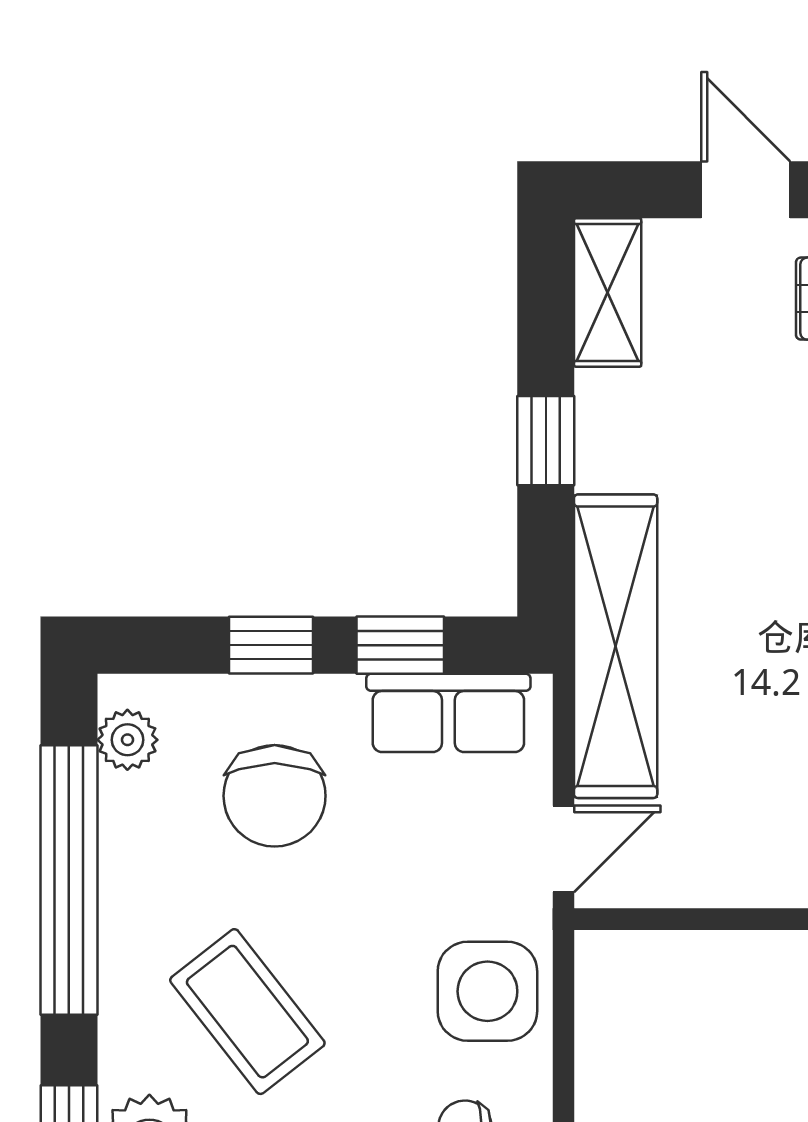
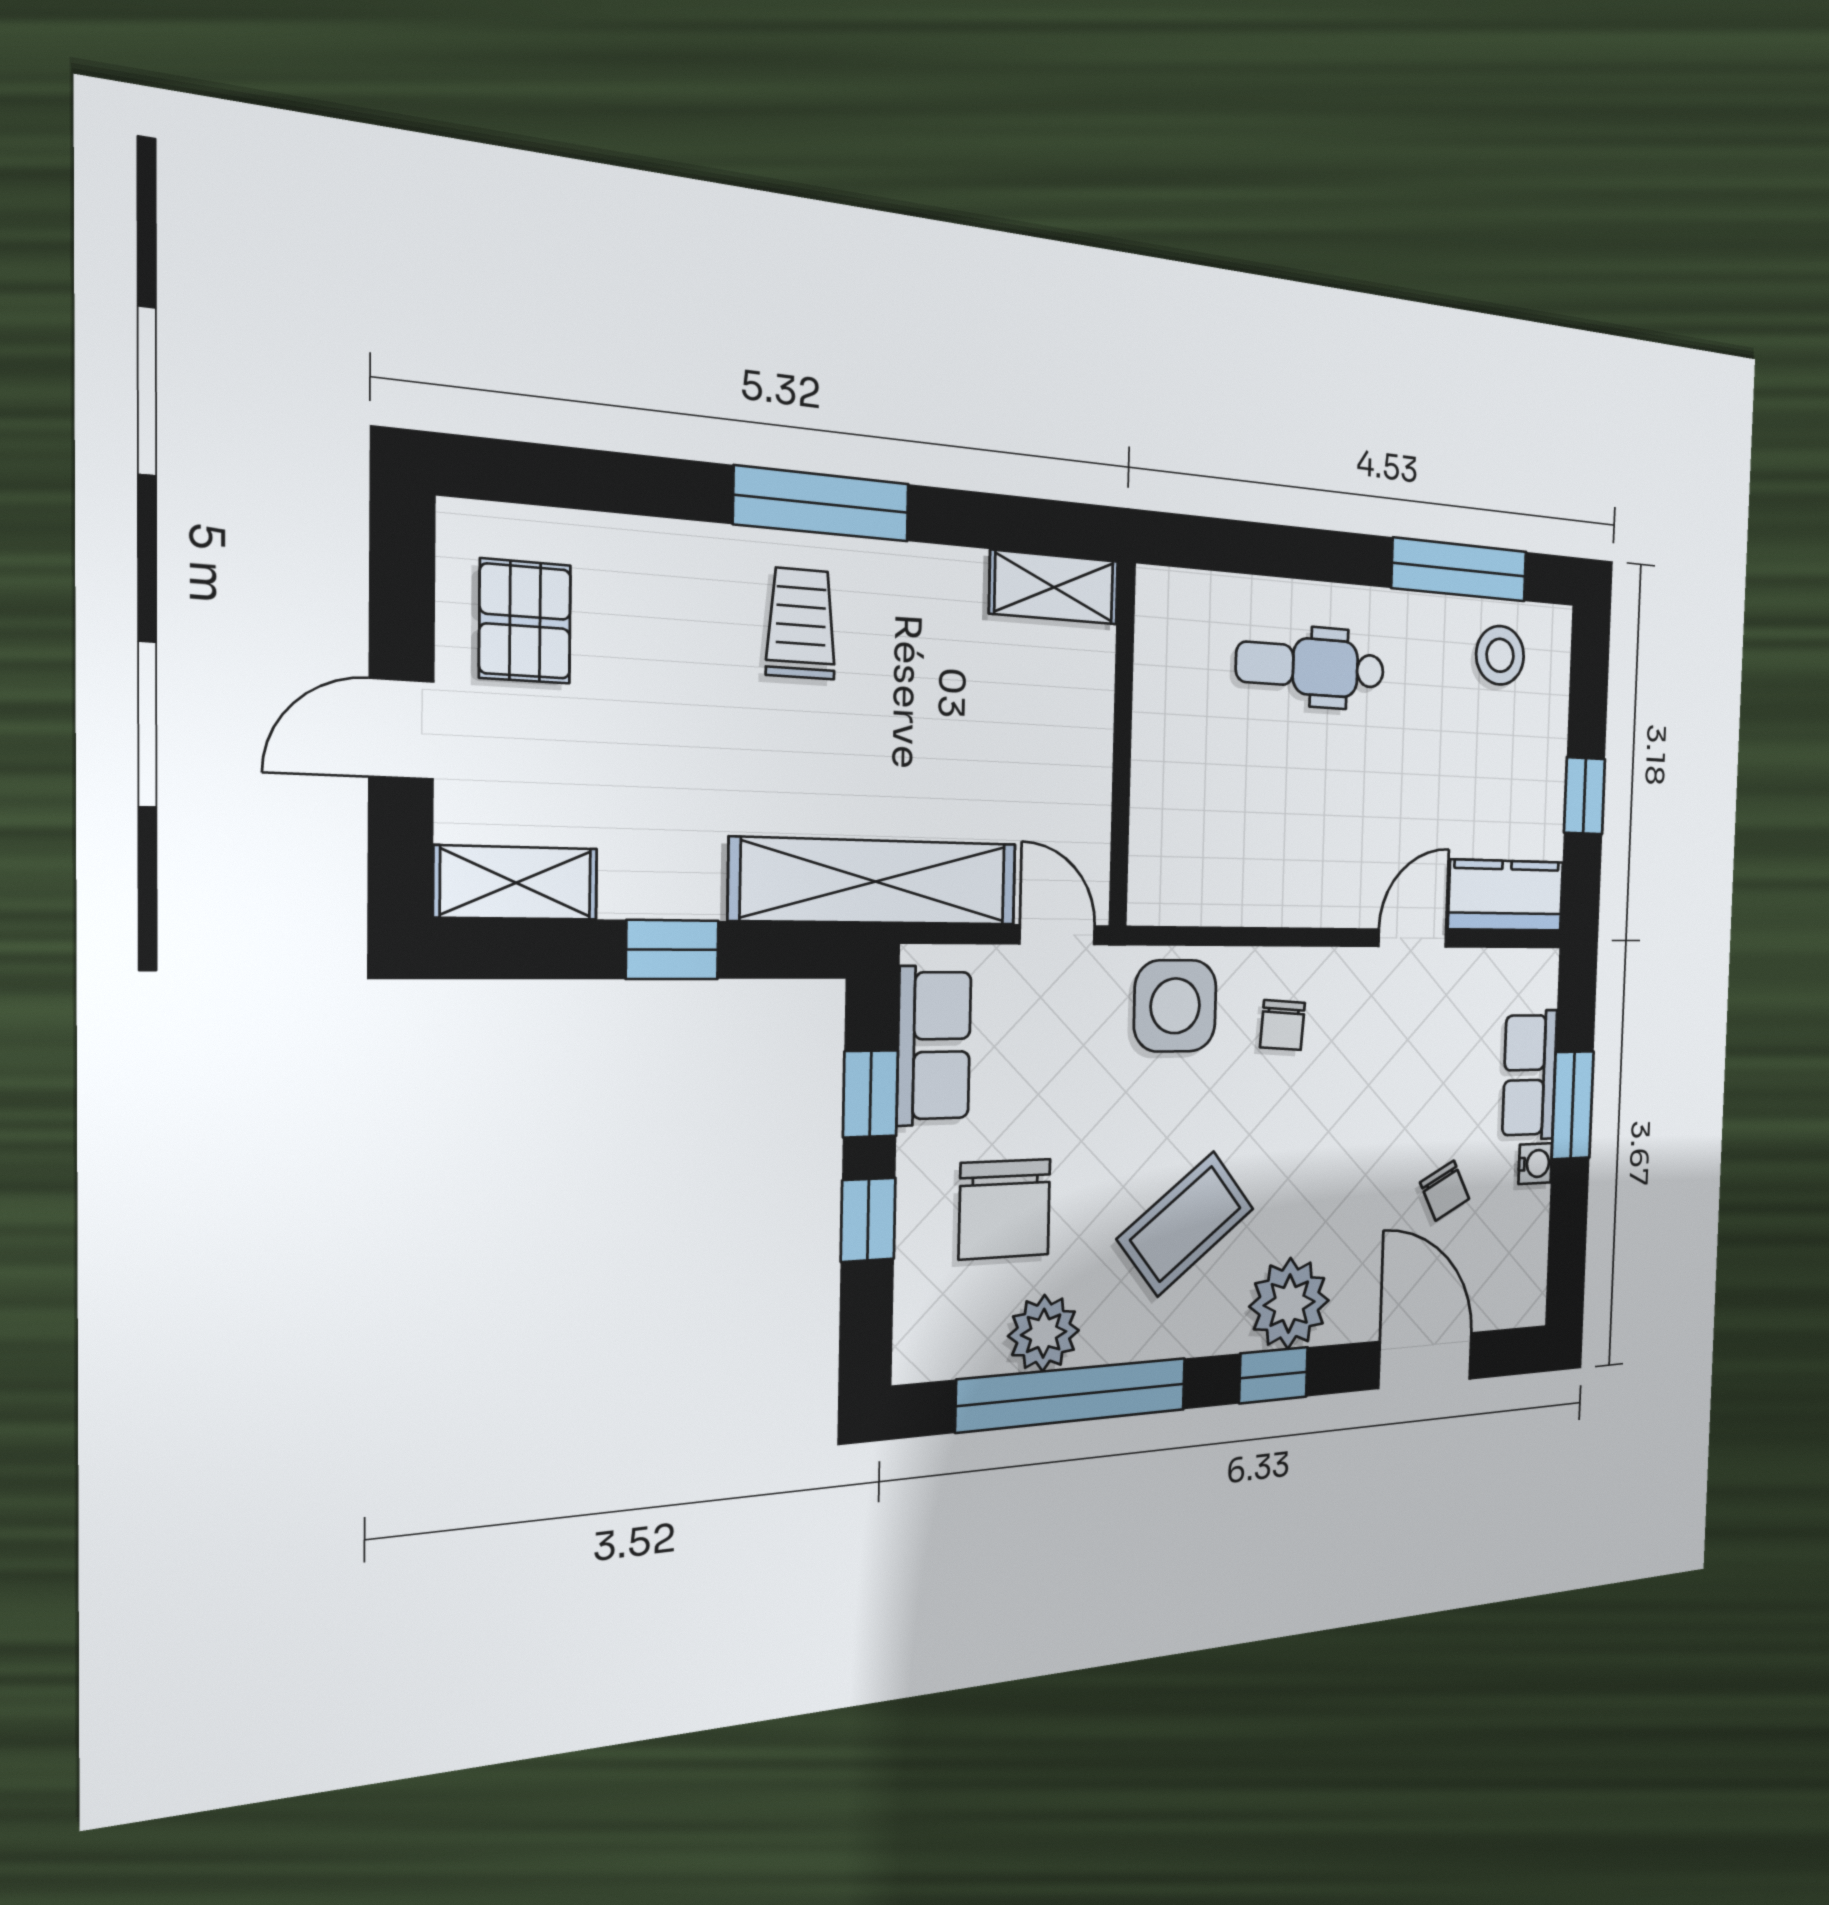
plant: (127, 740) -> (1044, 1333), moved, width x1.38, depth x1.38
chair: (275, 796) -> (1005, 1209), turned 90

